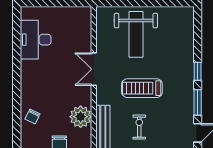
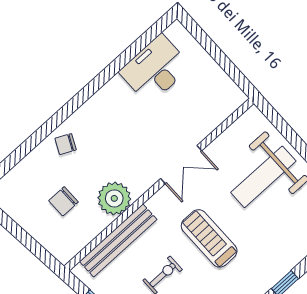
double door: (94, 69) -> (181, 165), swing flipped

